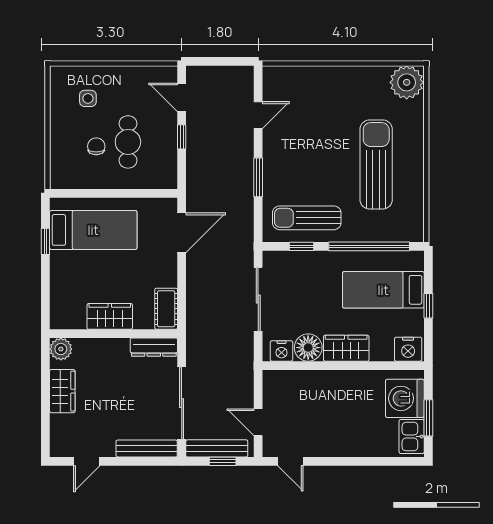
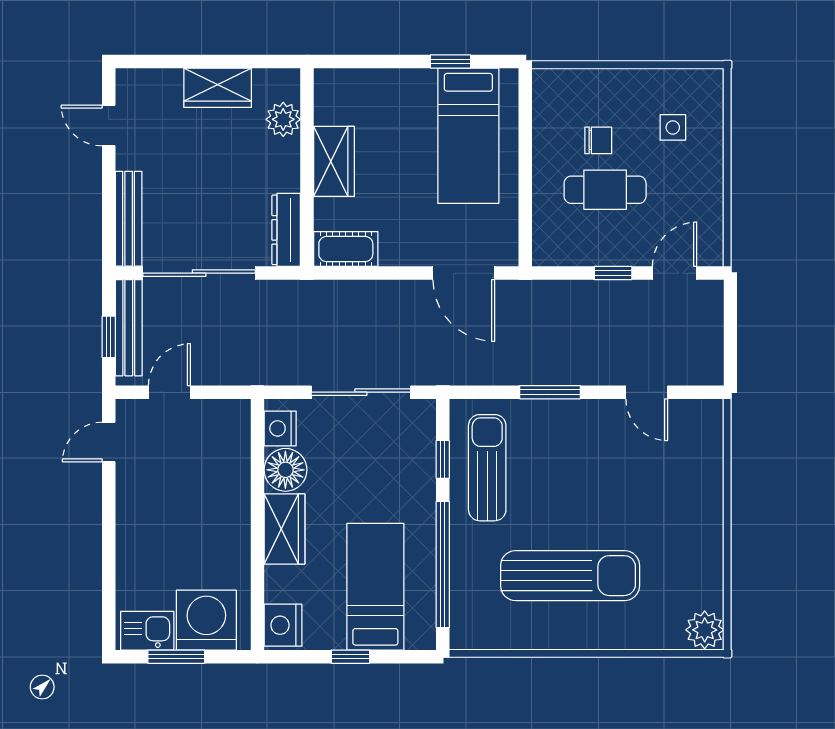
plant: (407, 82) -> (705, 630), width x0.73, depth x0.73
plant: (61, 349) -> (283, 119), moved

